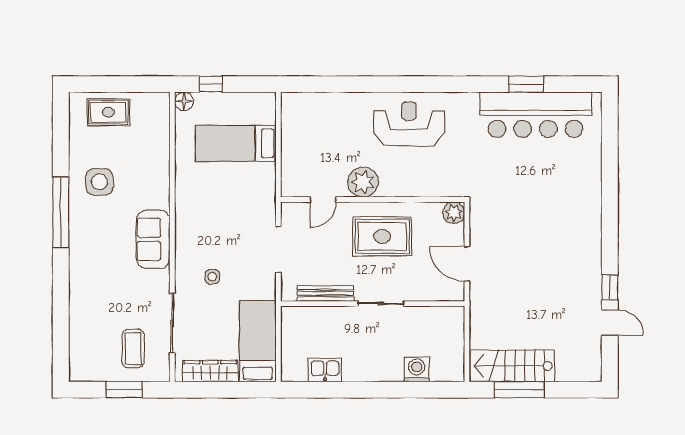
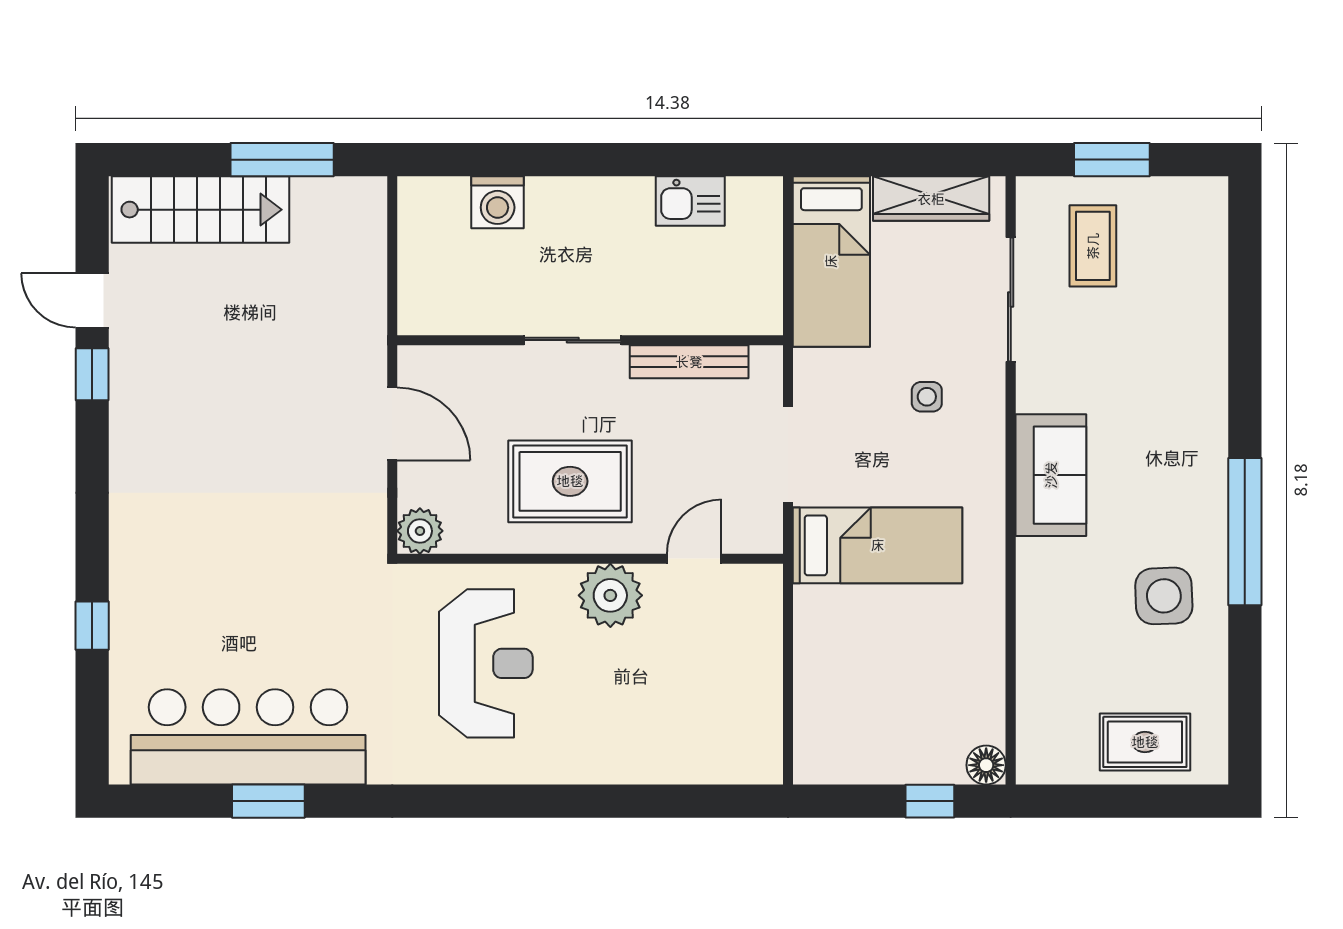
reception desk: (409, 124) -> (486, 663), moved, turned -90
bed: (236, 143) -> (878, 545), moved
window: (610, 168) -> (92, 626), added
stairs: (512, 366) -> (200, 210), moved

